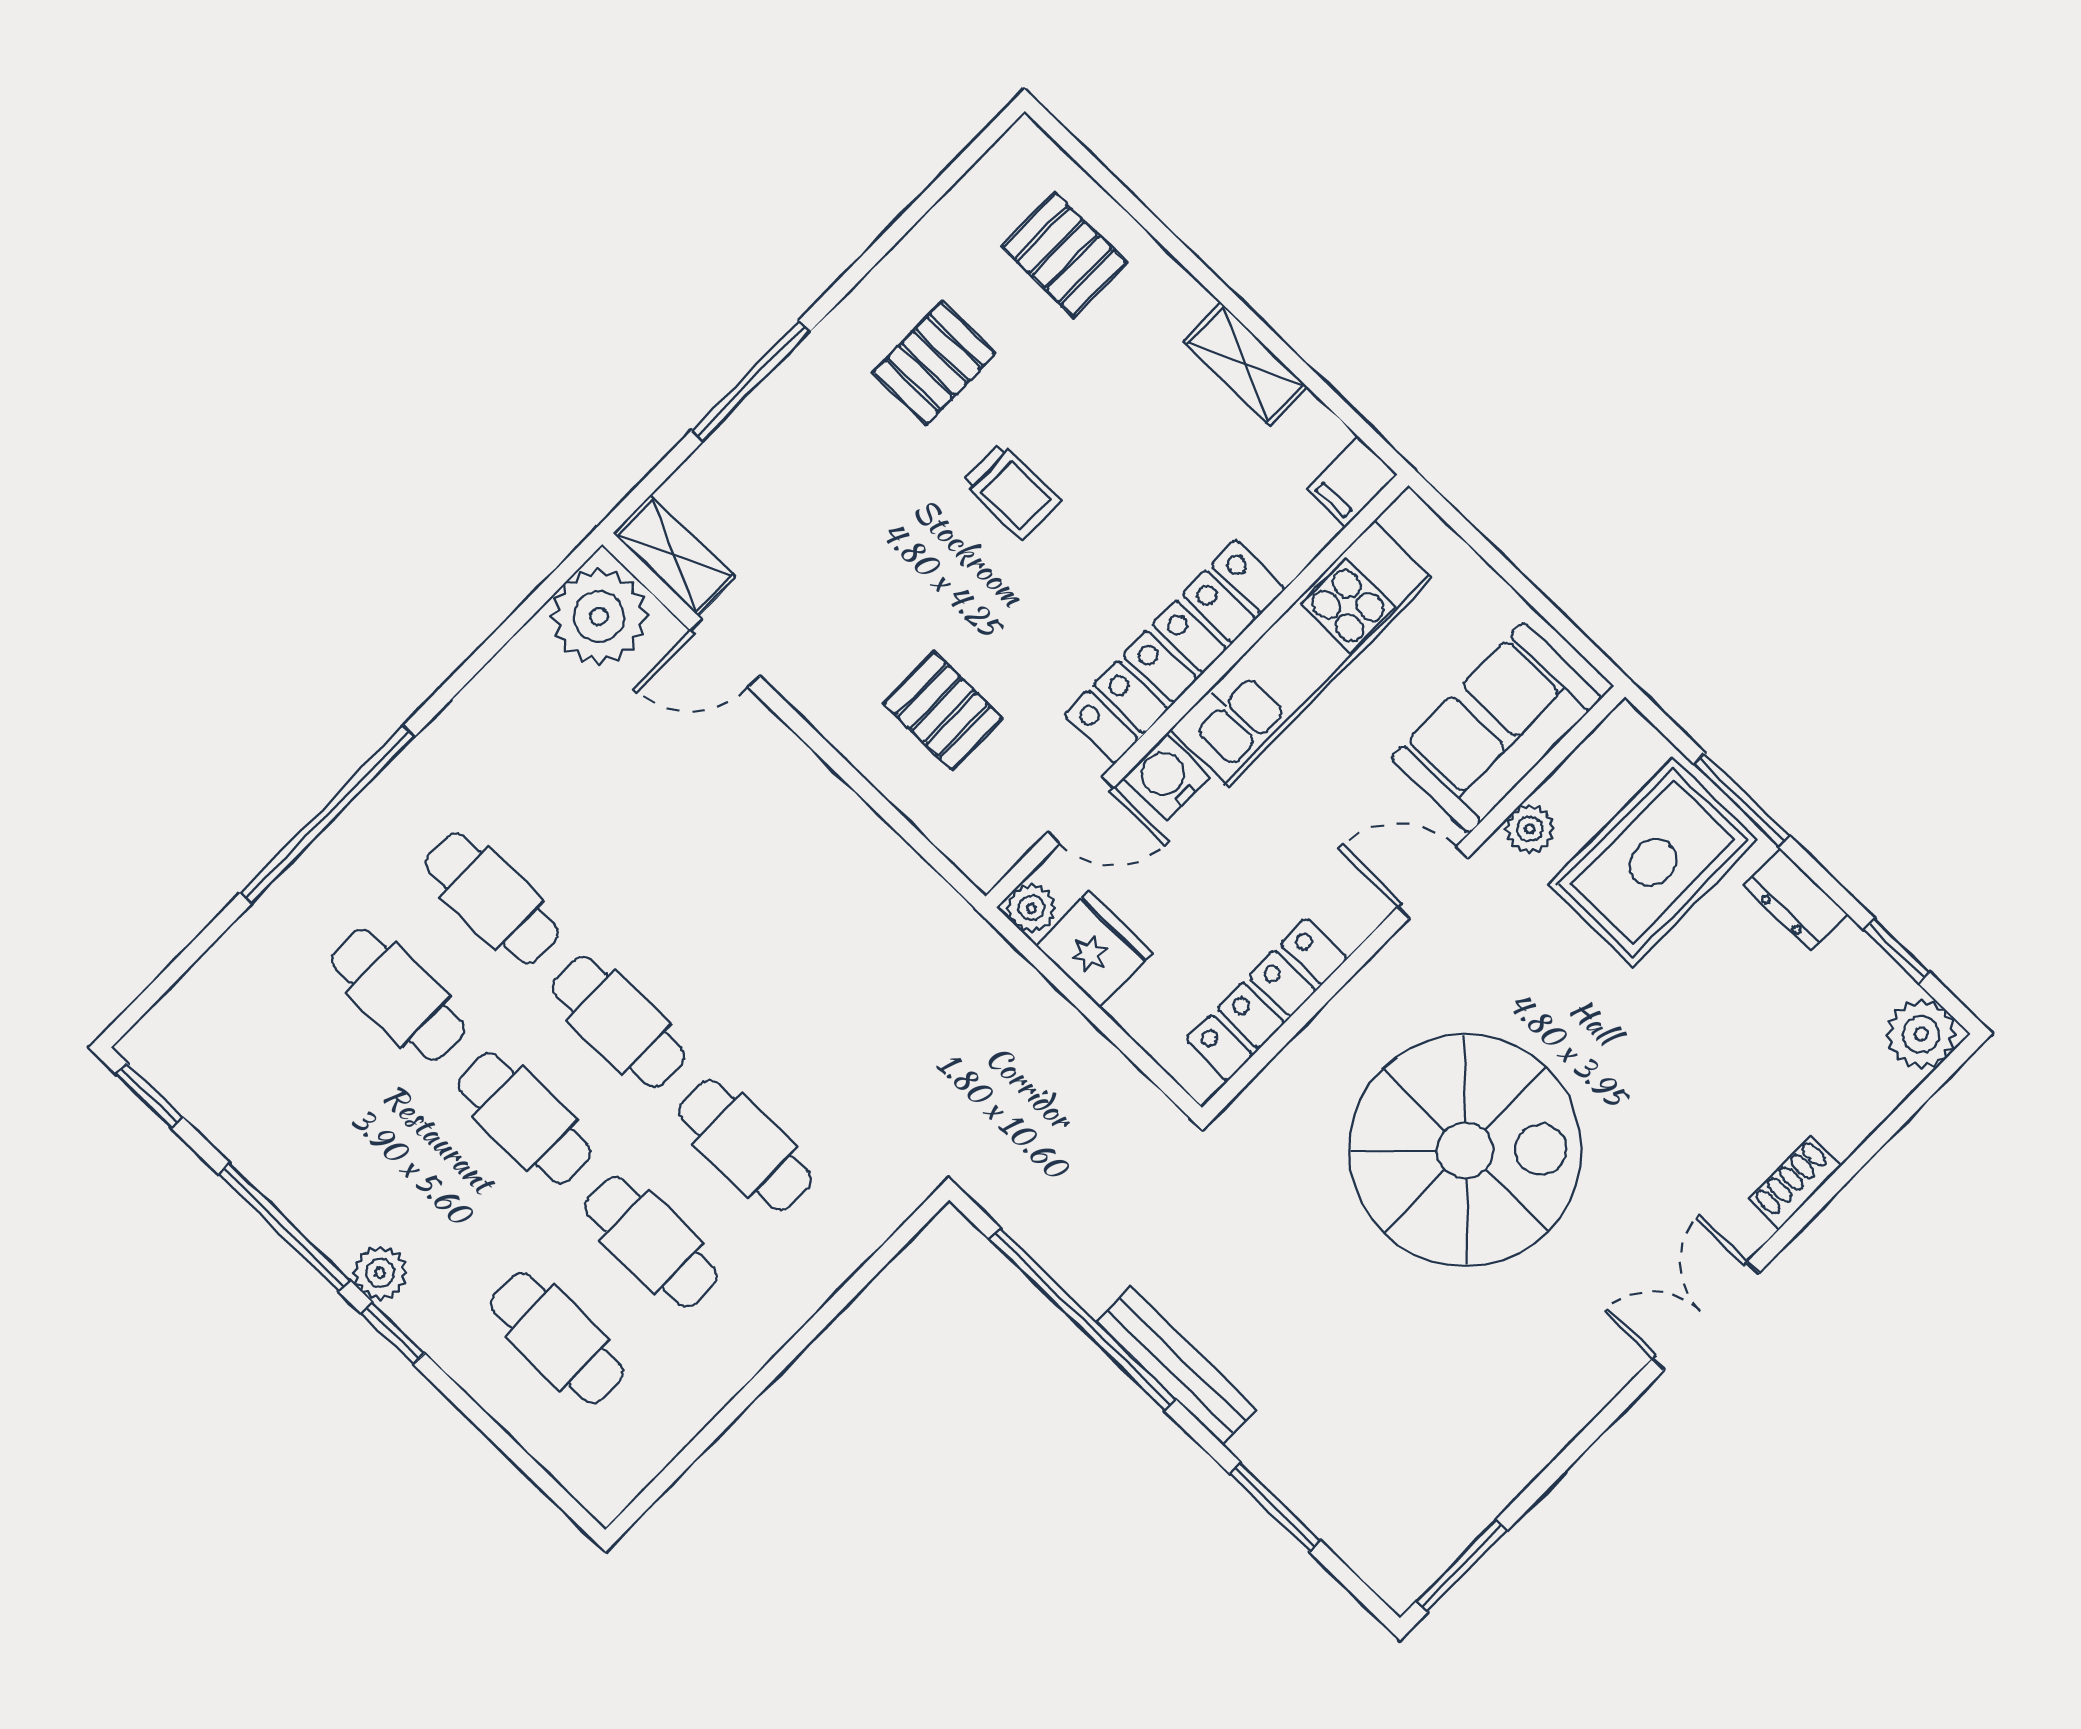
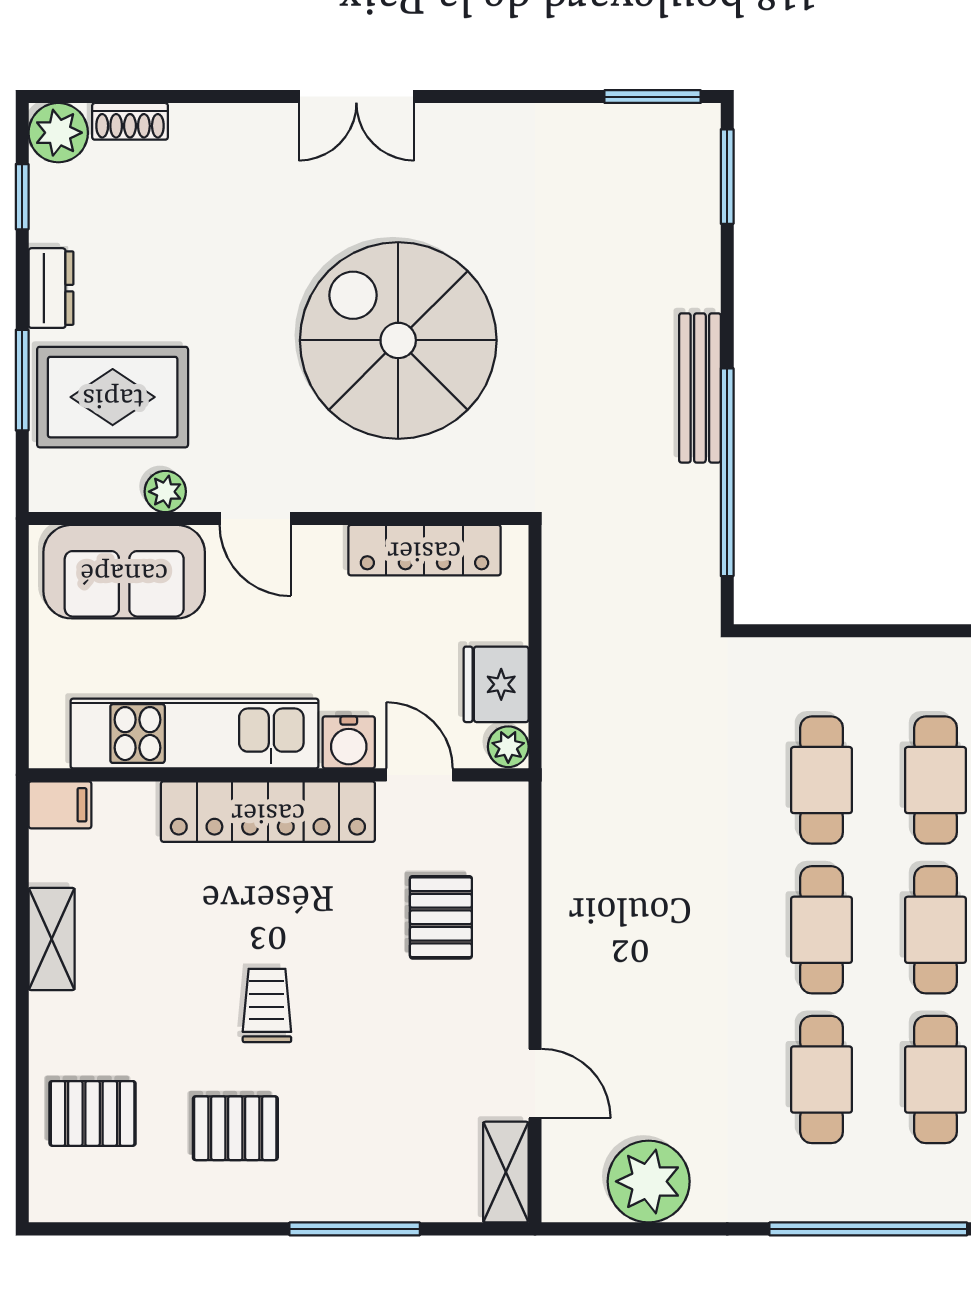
pallet: (1064, 255) -> (93, 1113), turned 90
plant: (599, 616) -> (649, 1181), moved
shoe rack: (1795, 1182) -> (130, 121), moved
window: (1275, 1507) -> (727, 177), moved

